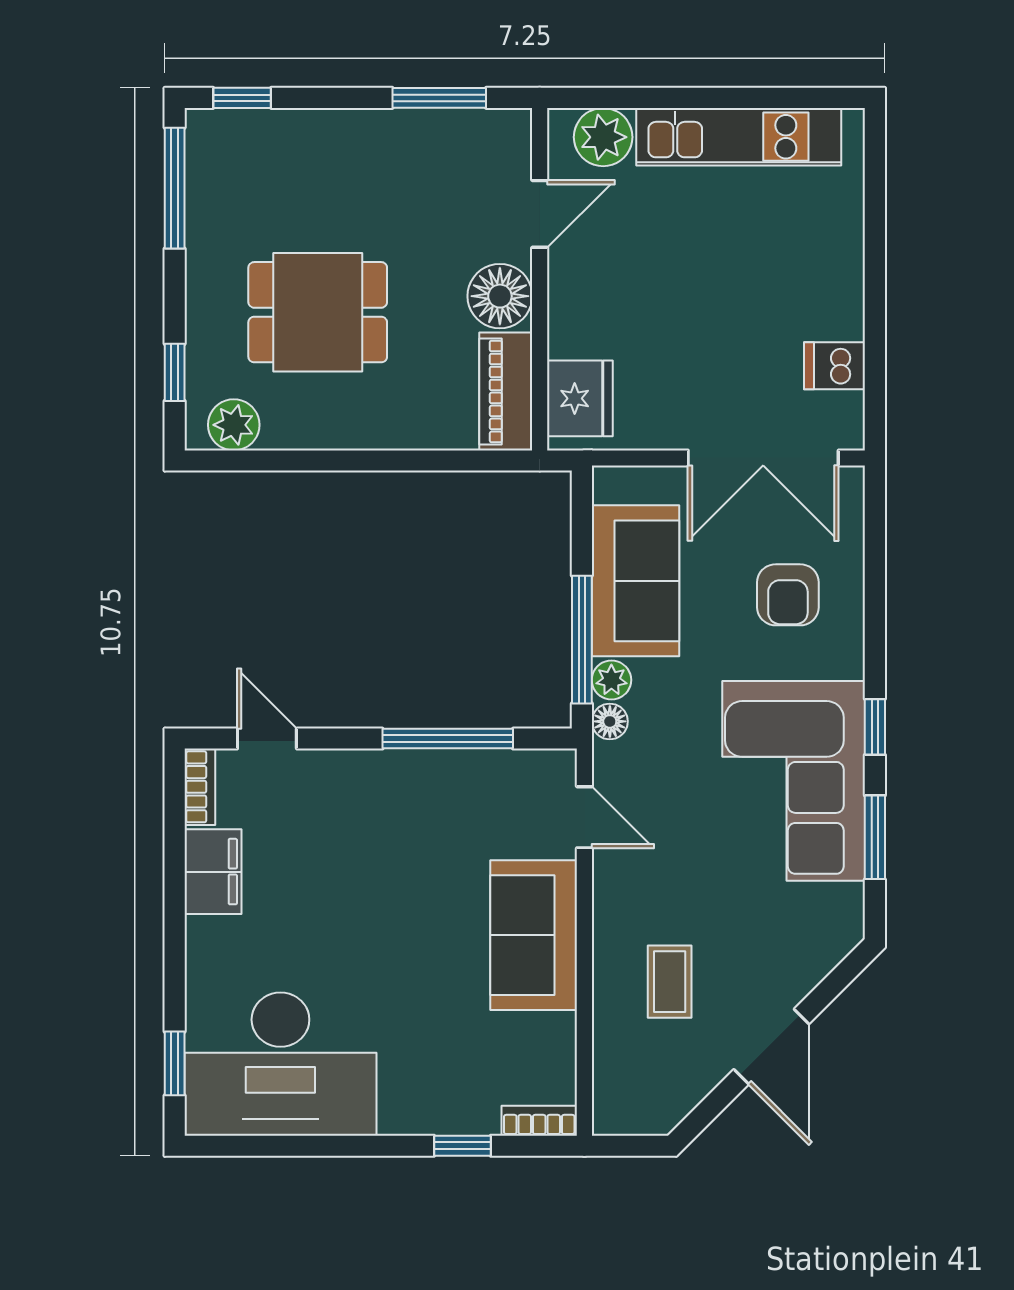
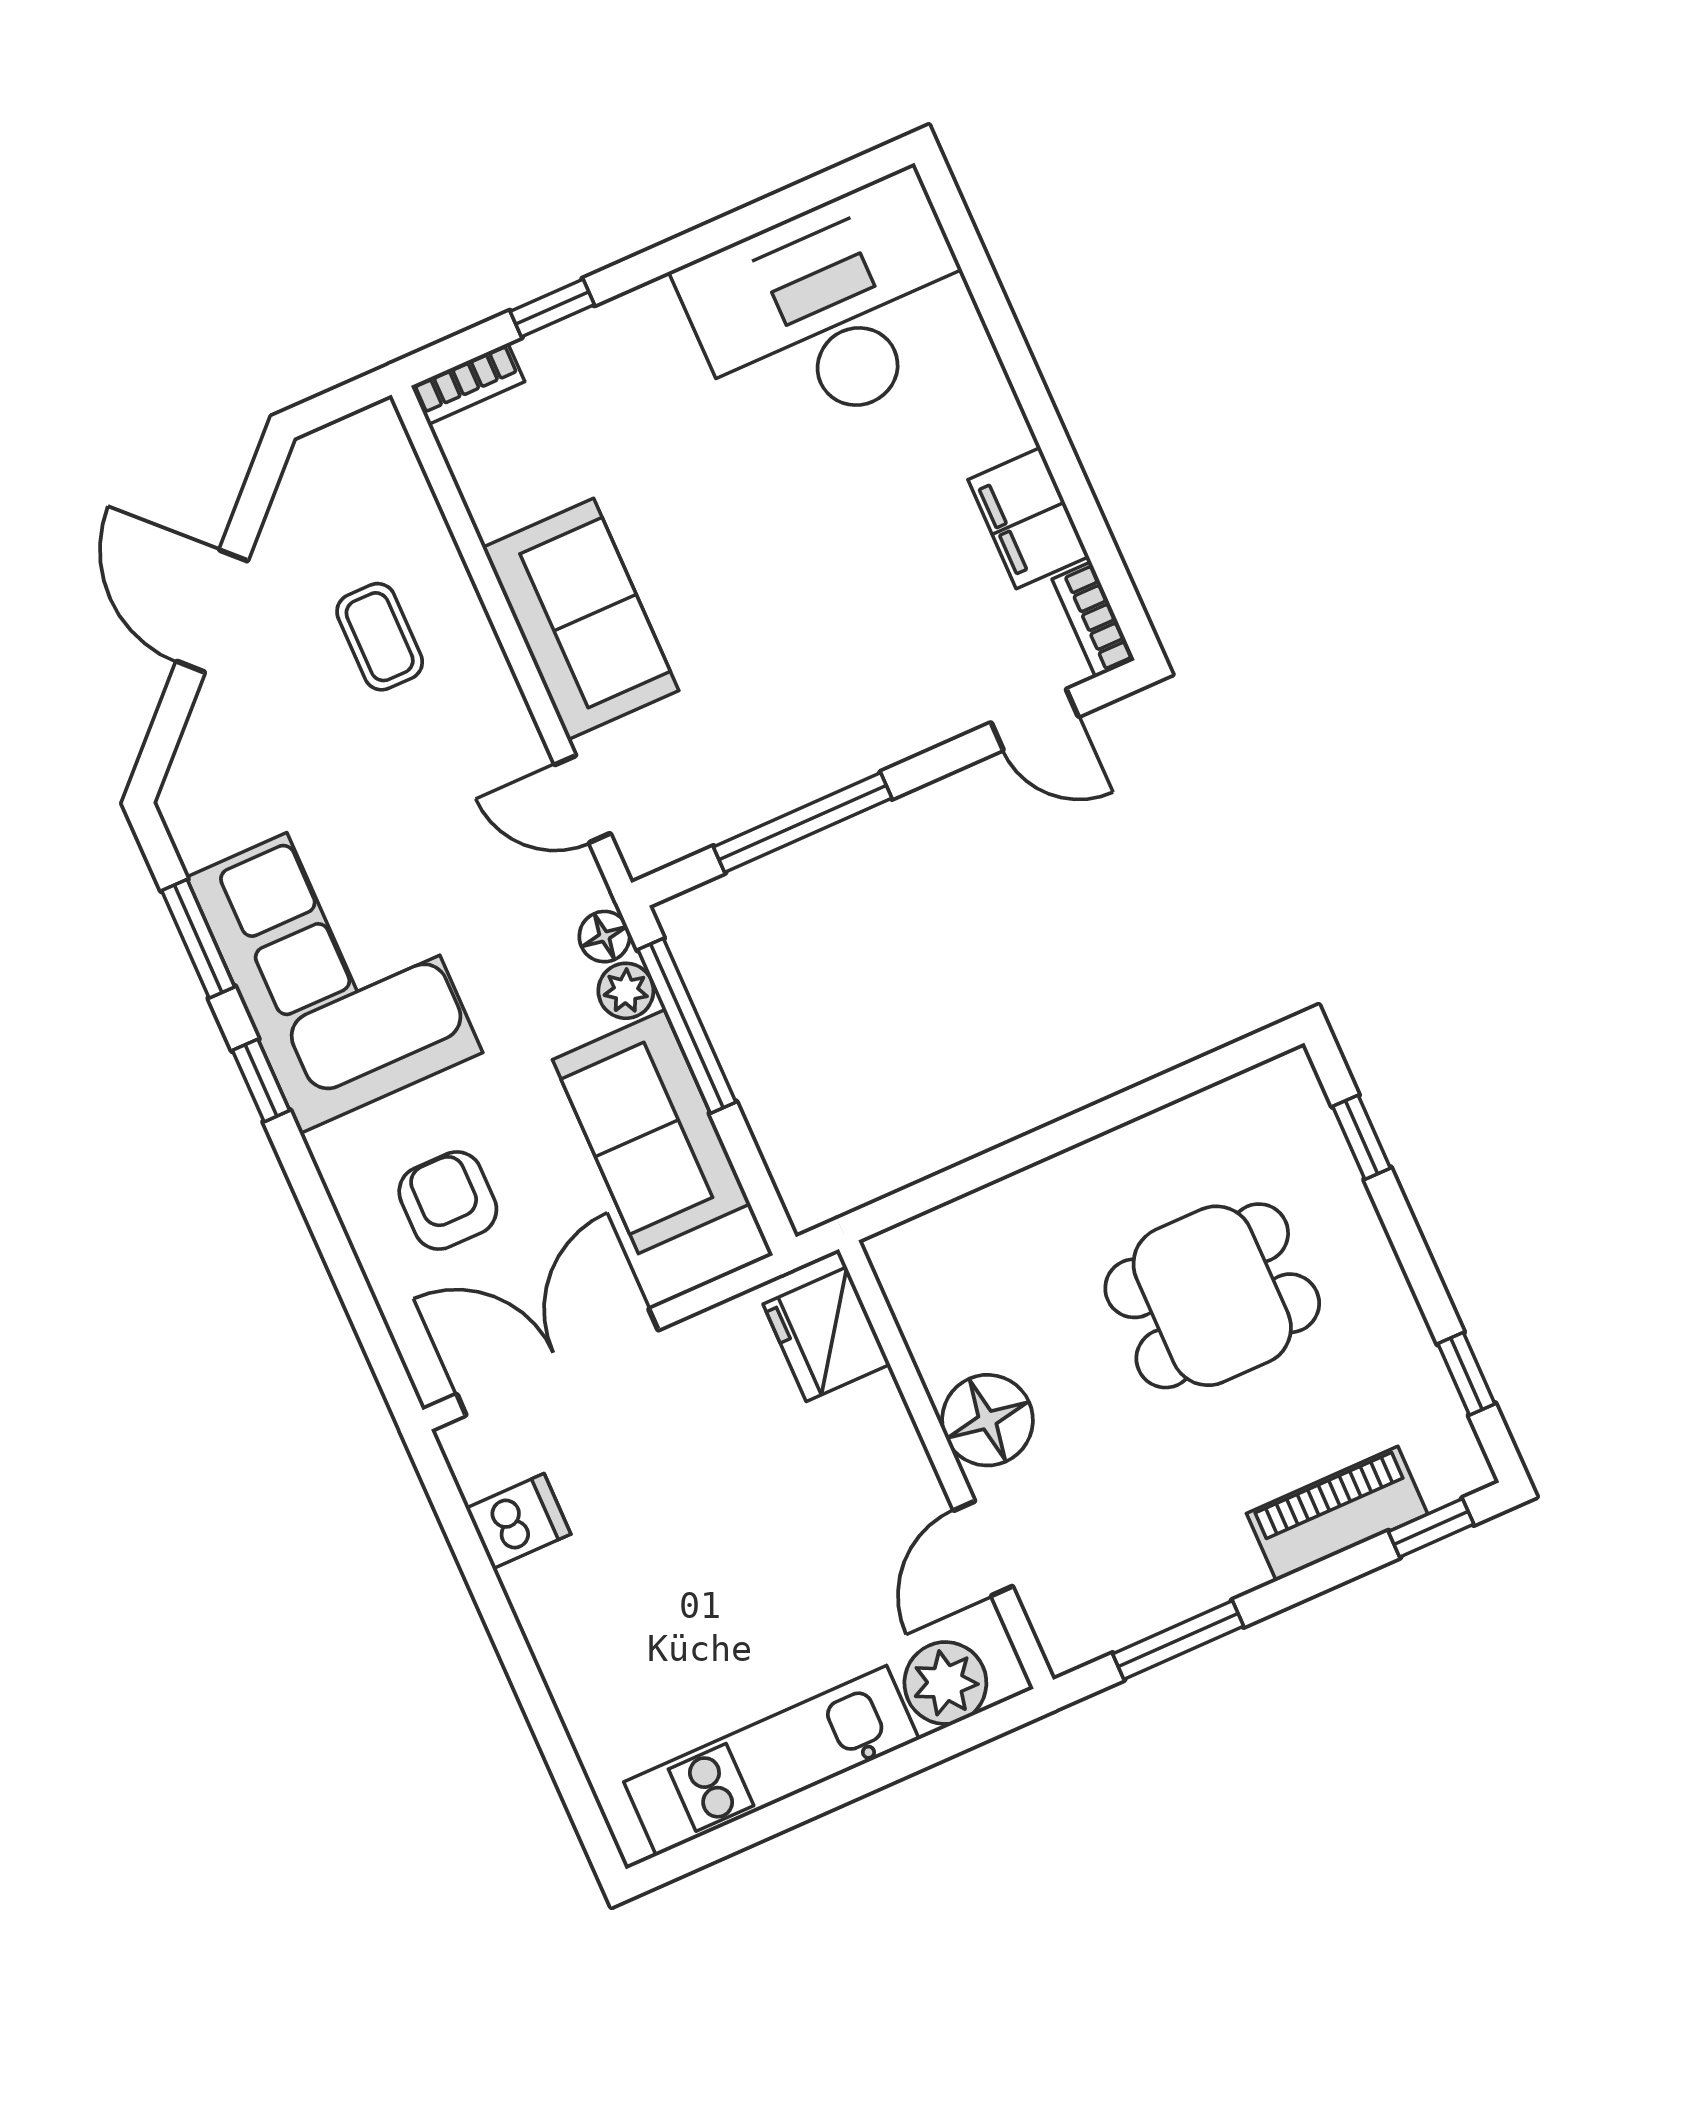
window: (175, 188) -> (1466, 1374), width x0.46
piano: (506, 391) -> (1337, 1514), moved, turned -90
plant: (234, 425) -> (1256, 1103), removed
window: (175, 1063) -> (968, 250), removed

